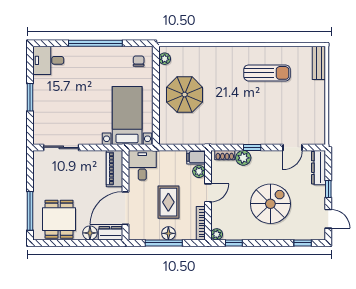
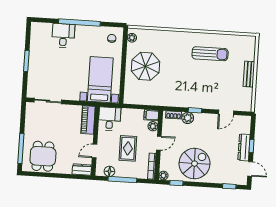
desk: (48, 60) -> (63, 36), moved, turned 90
bench: (319, 63) -> (249, 74), moved
dresser: (318, 168) -> (244, 147), moved
spiral stairs: (270, 204) -> (195, 164), moved
door: (125, 208) -> (95, 151), width x0.53
floor lamp: (90, 233) -> (66, 168), removed
floor lamp: (168, 233) -> (109, 171), moved

